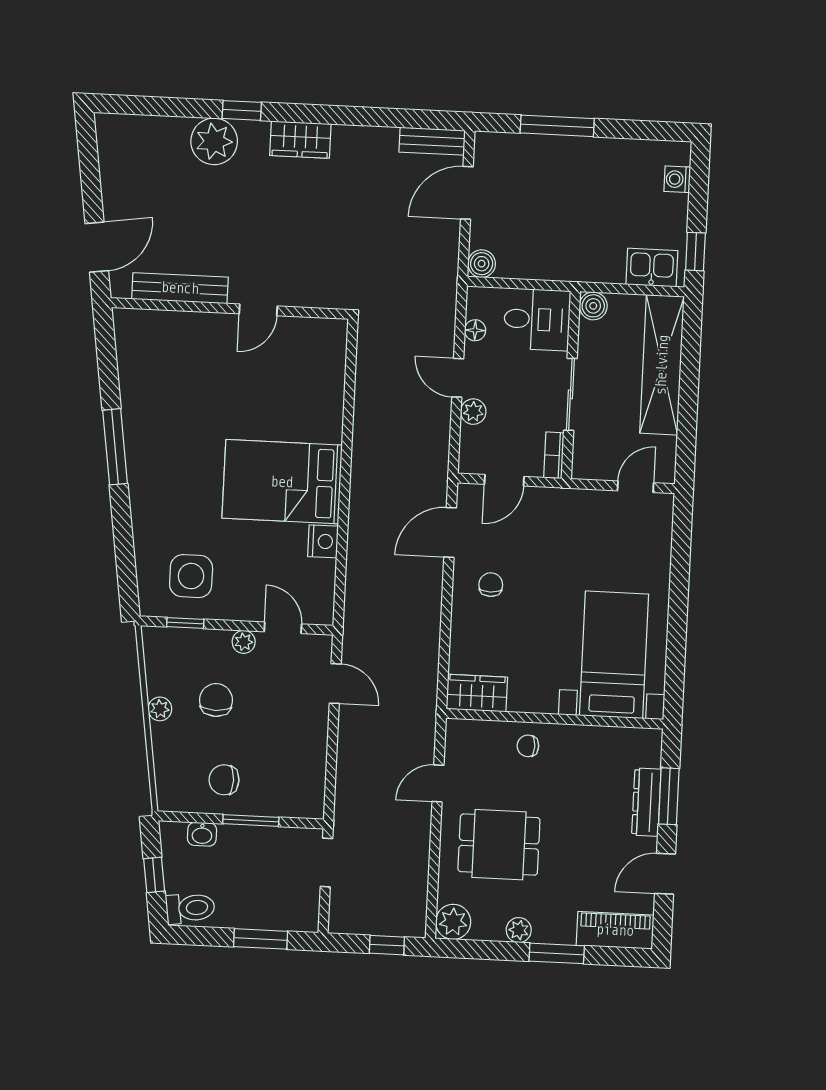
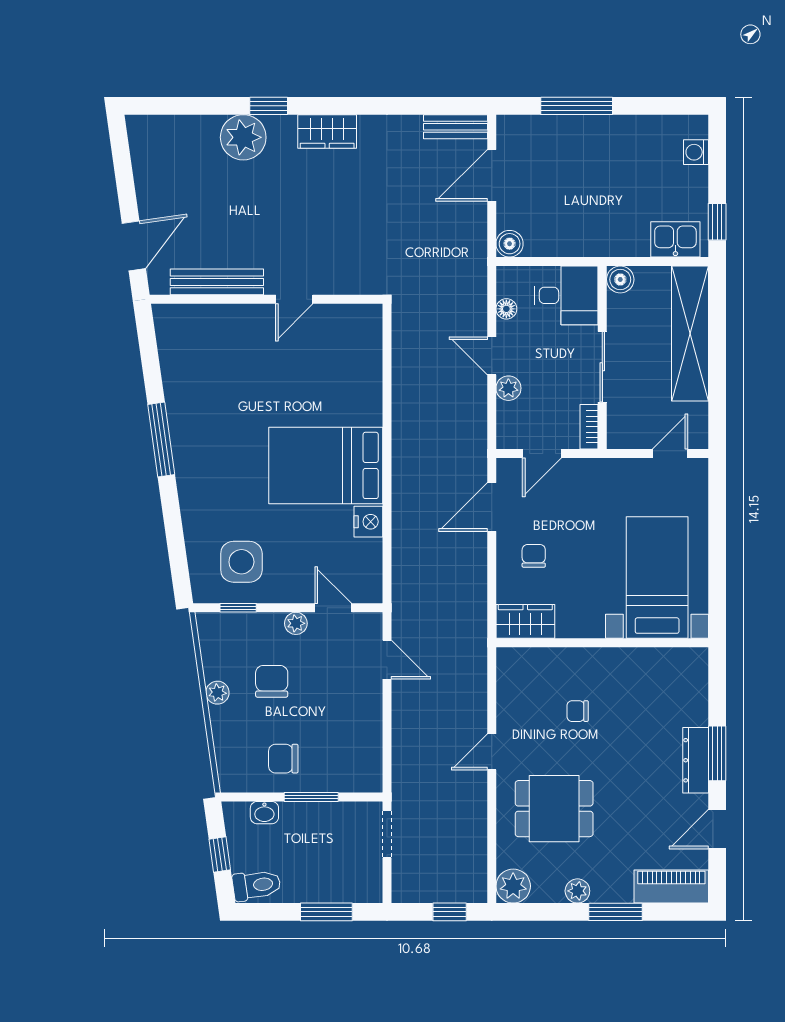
bed with nightstands: (614, 655) -> (657, 578), moved
wardrobe: (477, 693) -> (525, 621), moved
wall: (555, 719) -> (602, 643), moved

